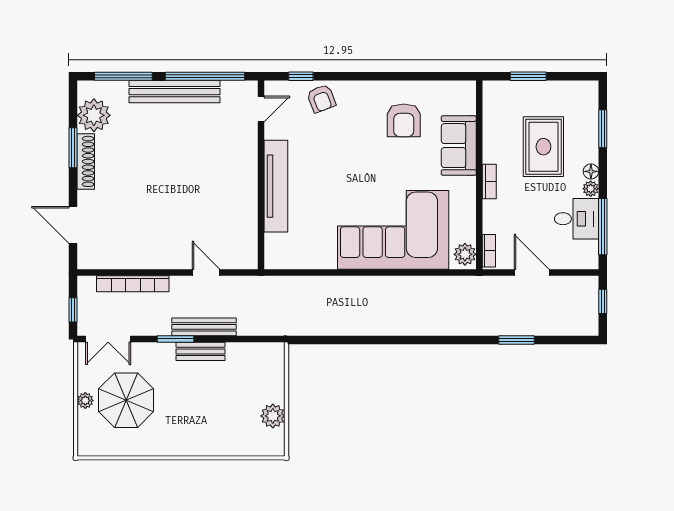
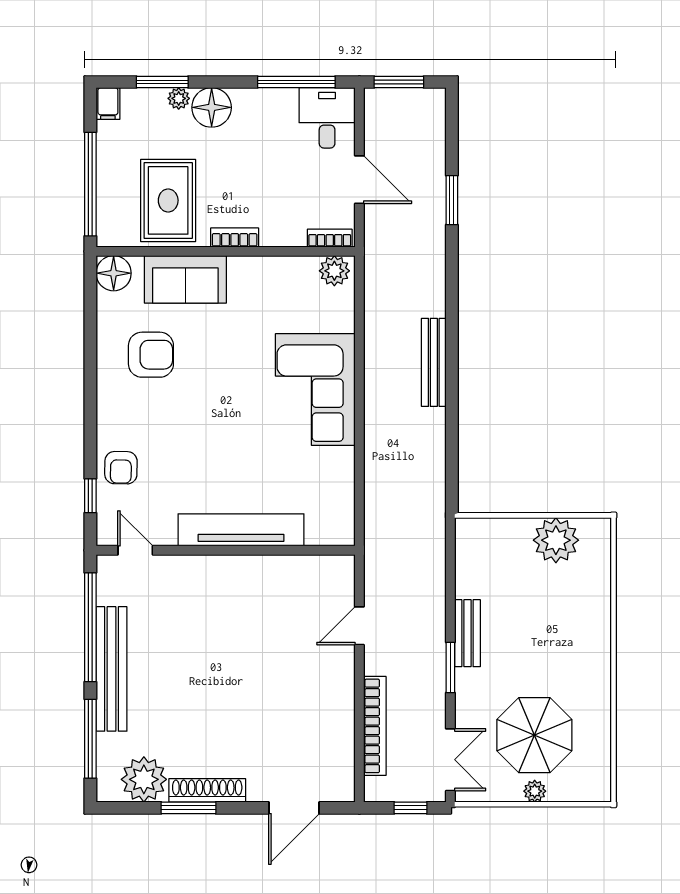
window: (528, 76) -> (90, 184), width x2.11
filing cabinet: (587, 89) -> (108, 104), added
floor lamp: (463, 93) -> (114, 273), added
armchair: (321, 99) -> (121, 468), turned 112
rug: (543, 147) -> (168, 200), moved, turned 90
floor lamp: (591, 171) -> (212, 107), width x1.89, depth x1.89
plant: (591, 189) -> (179, 98), moved
desk: (577, 219) -> (327, 118), moved
corner sofa: (393, 230) -> (315, 389), width x0.73, depth x0.74
door: (532, 272) -> (359, 180), swing flipped
window: (603, 301) -> (399, 82), width x1.50
bench: (204, 327) -> (434, 362), moved
plant: (273, 416) -> (556, 540), width x1.36, depth x1.36

